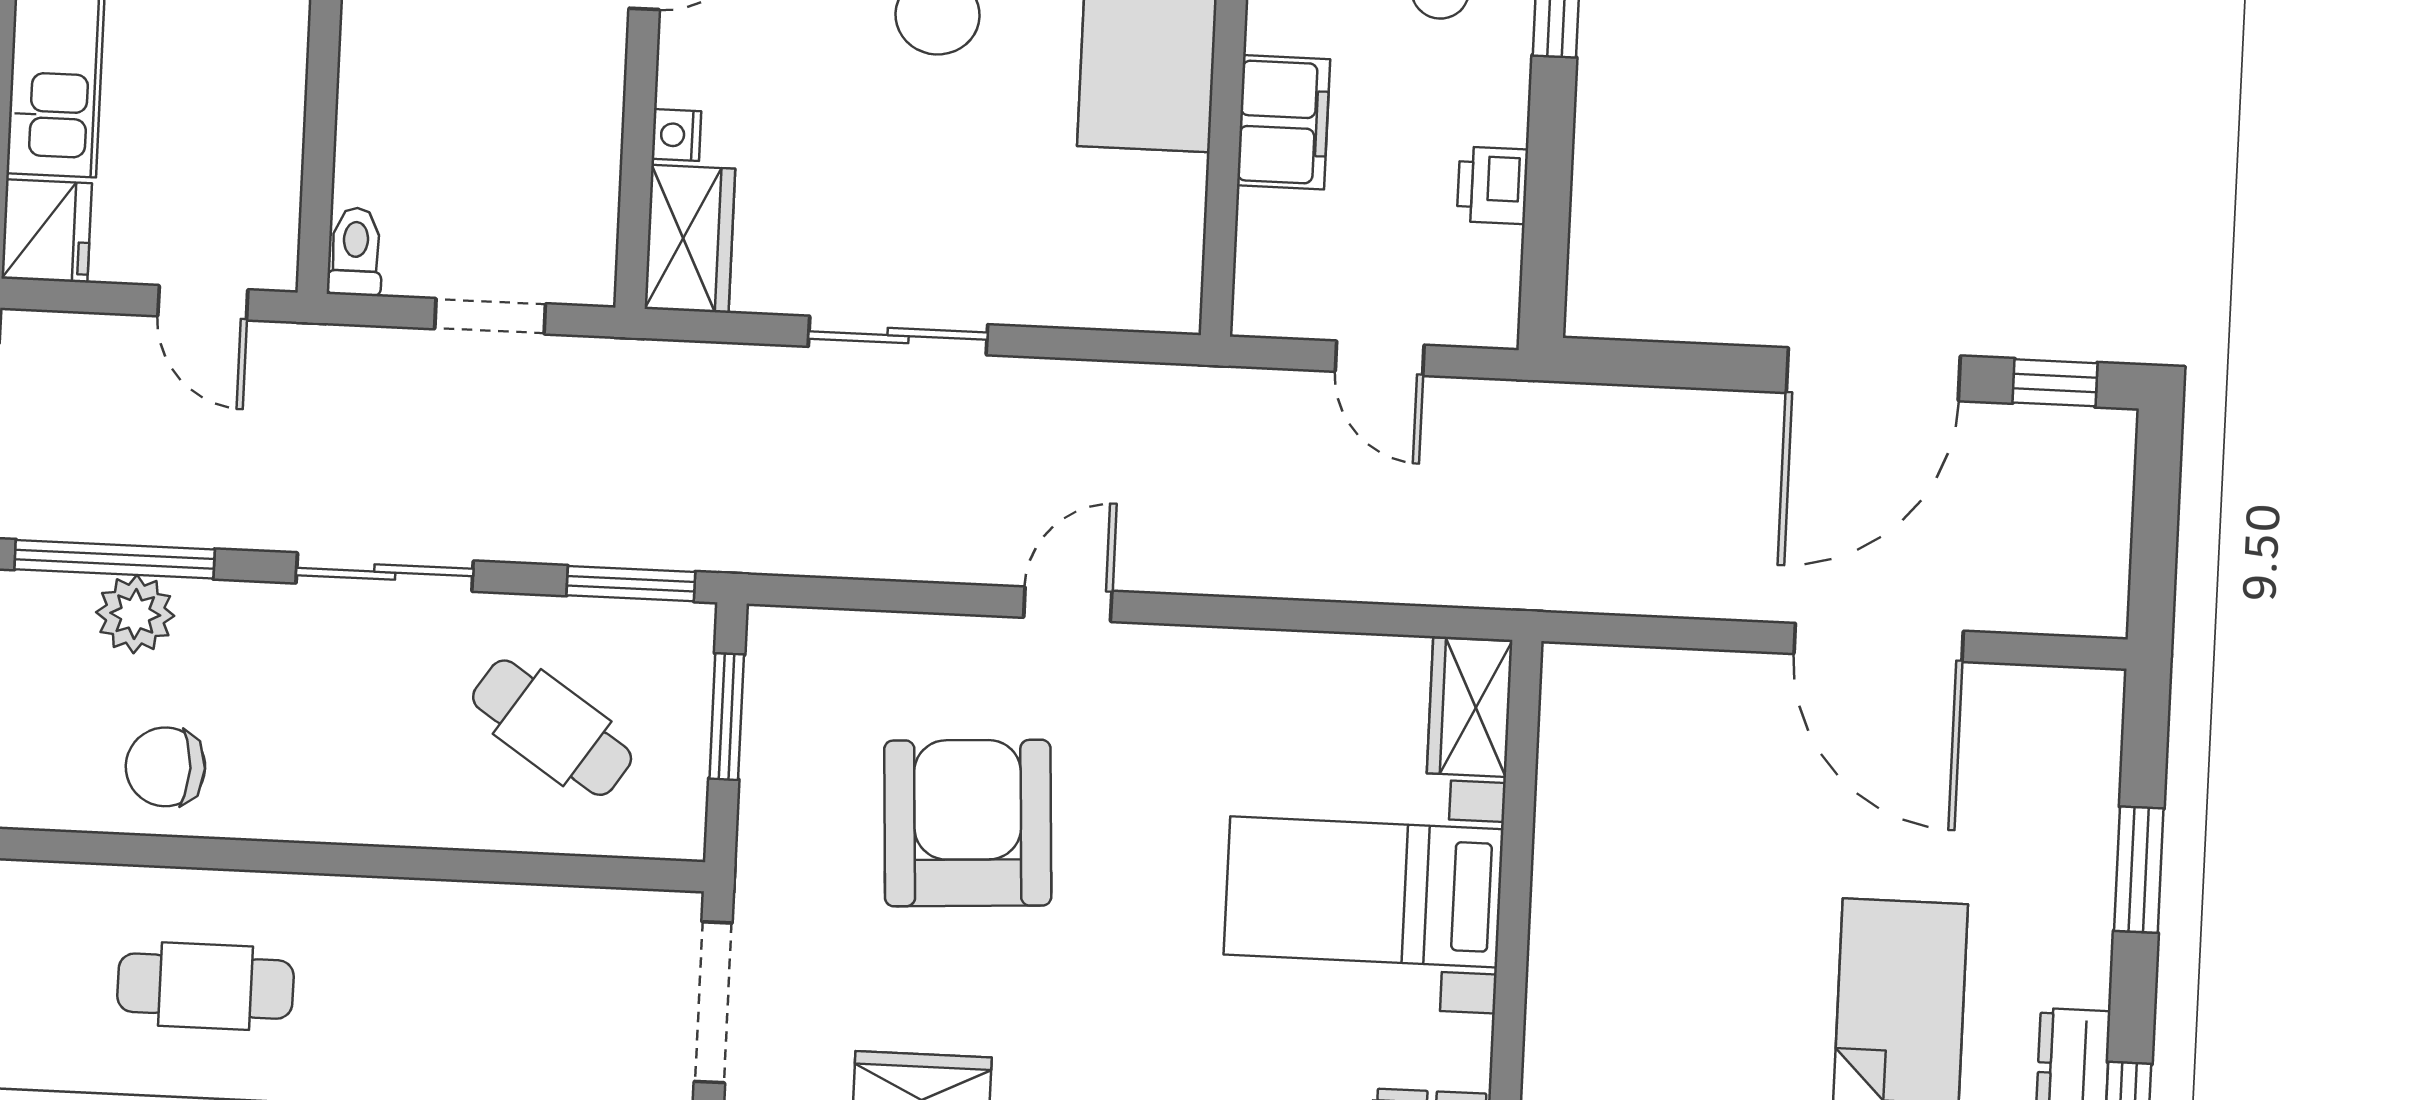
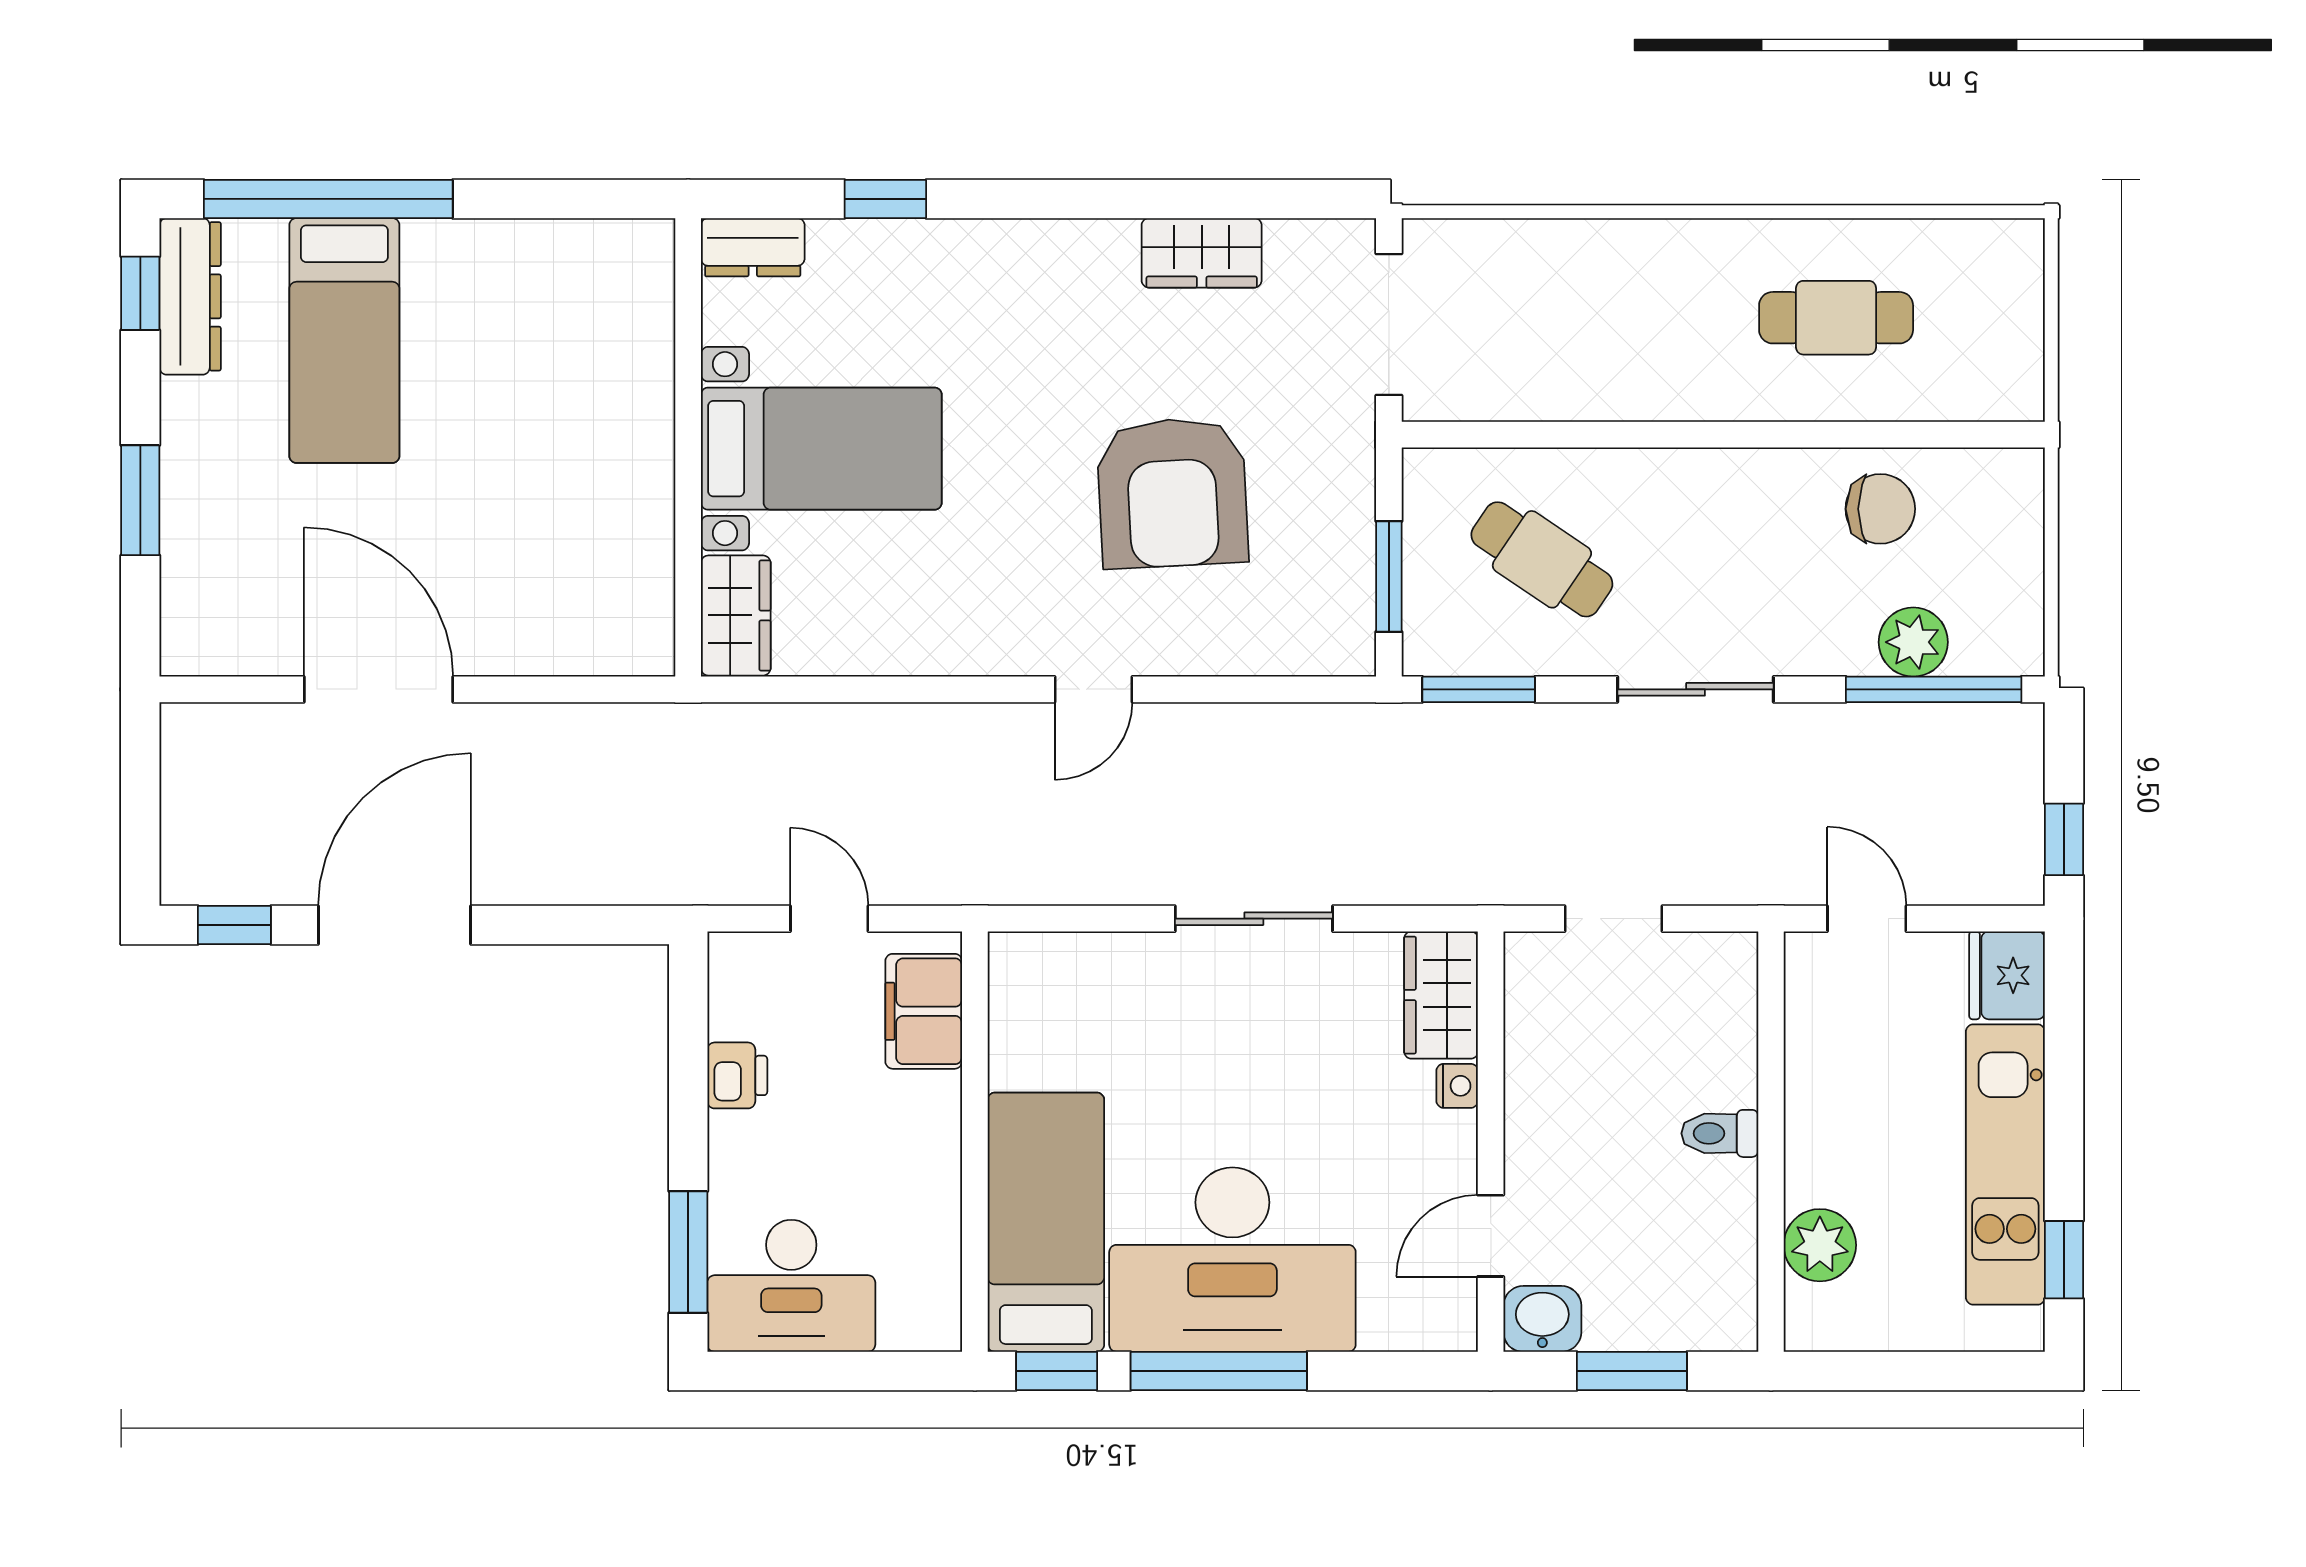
filing cabinet: (1283, 122) -> (924, 1011), moved
toilet: (355, 252) -> (1720, 1133), moved, turned 90

